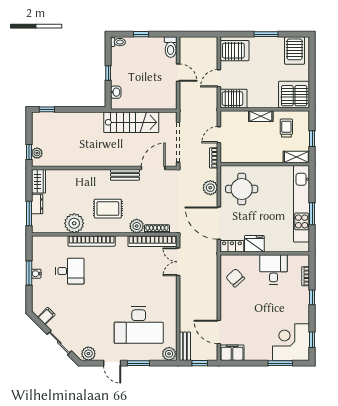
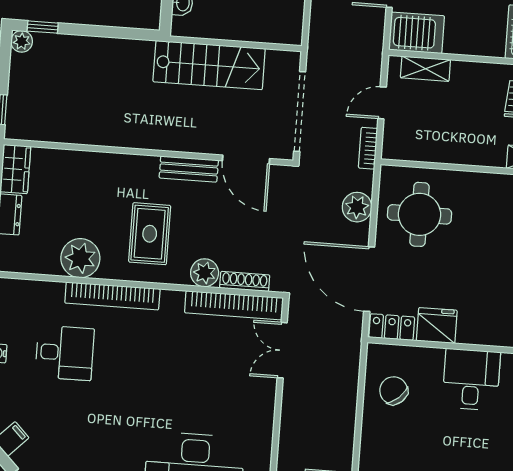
shelving: (261, 116) -> (425, 69), moved
plant: (37, 153) -> (22, 41), moved
door: (153, 168) -> (246, 160), swing flipped
rug: (108, 209) -> (150, 234), turned 90

